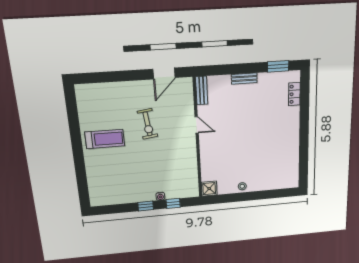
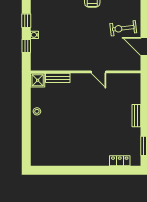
bench: (202, 91) -> (58, 78), moved
exercise bike: (147, 124) -> (123, 28), moved
door: (197, 125) -> (99, 72), hinge flipped

